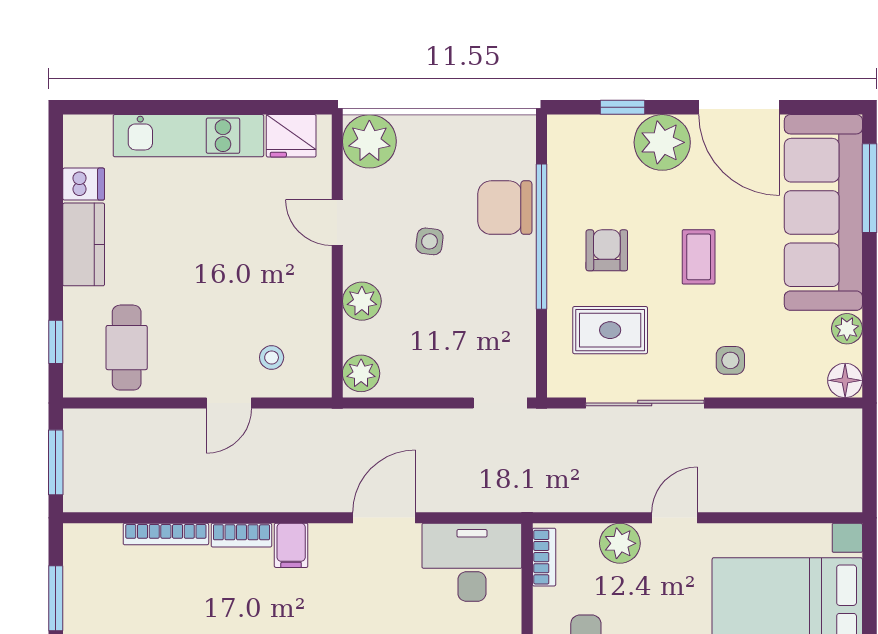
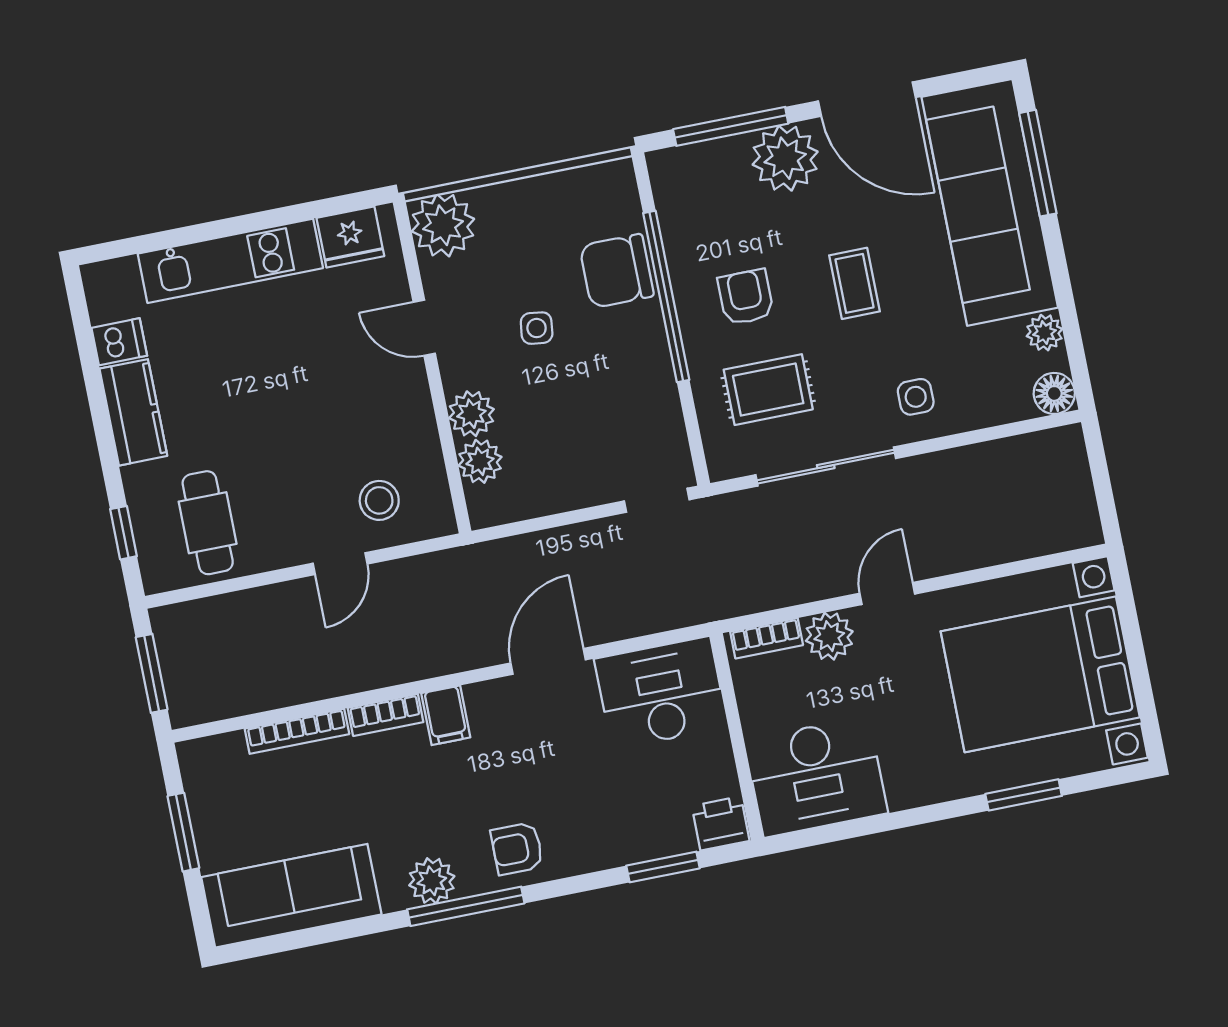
window: (623, 107) -> (731, 126), width x2.17
stool: (272, 357) -> (379, 500), width x1.37, depth x1.37
plant: (361, 373) -> (480, 461), moved
bookcase: (544, 557) -> (767, 638), moved, turned 90

